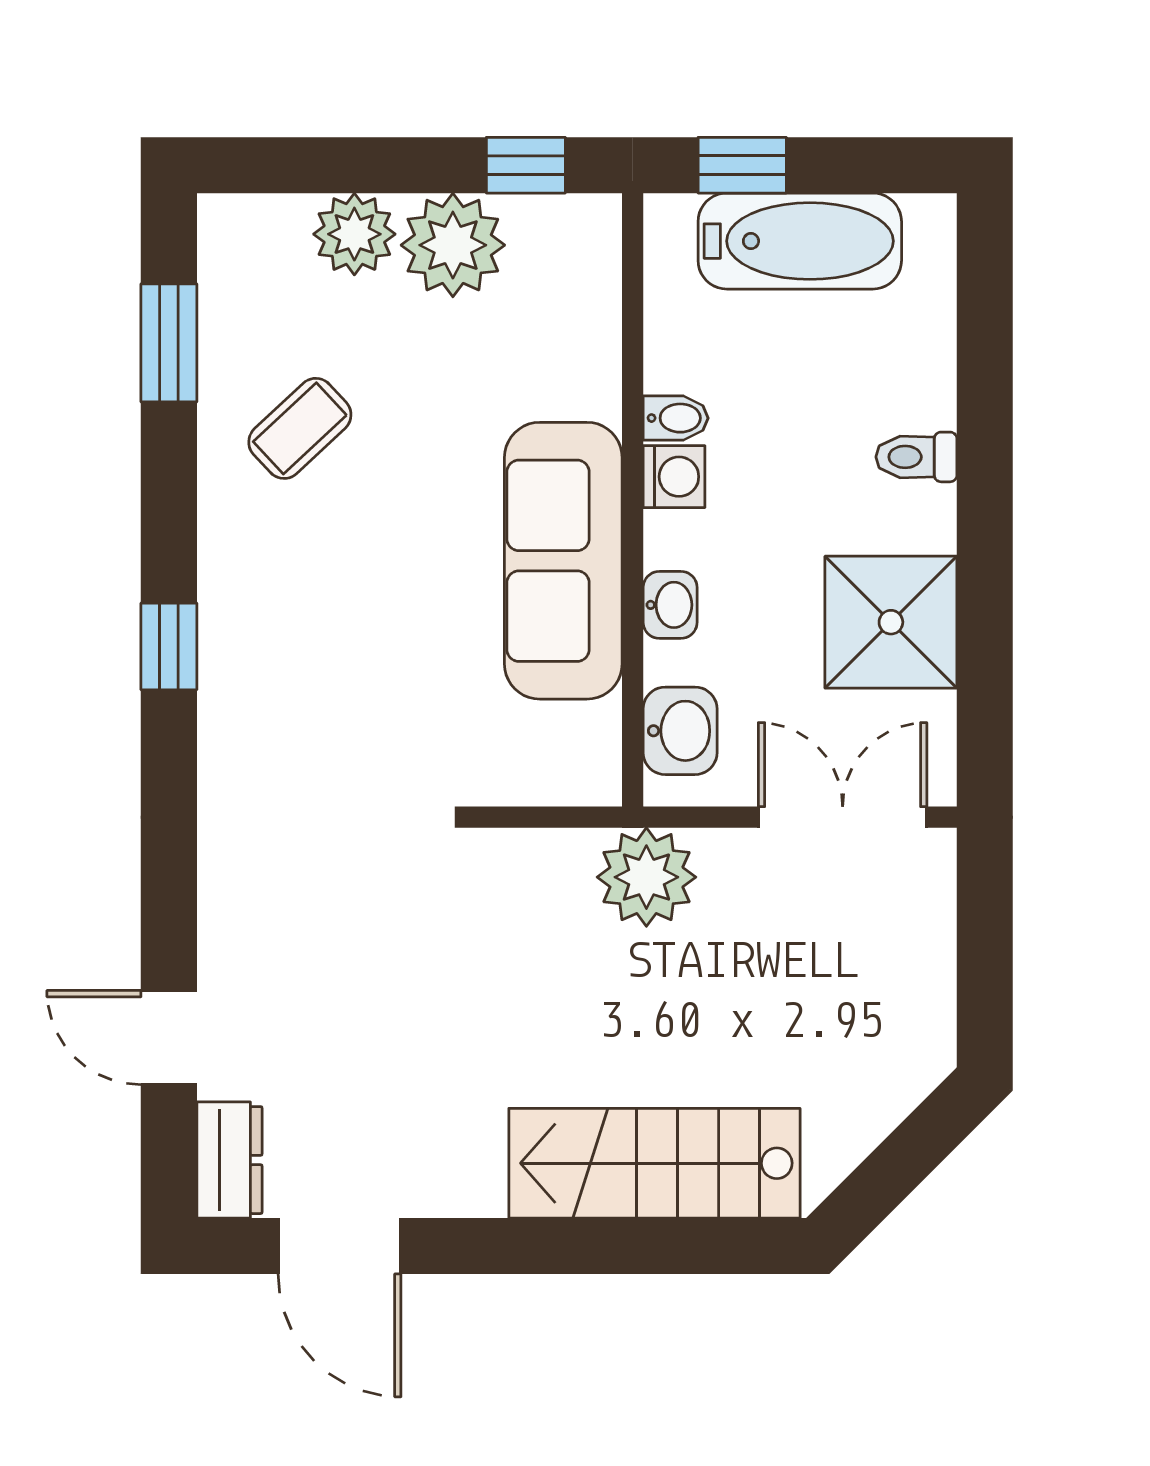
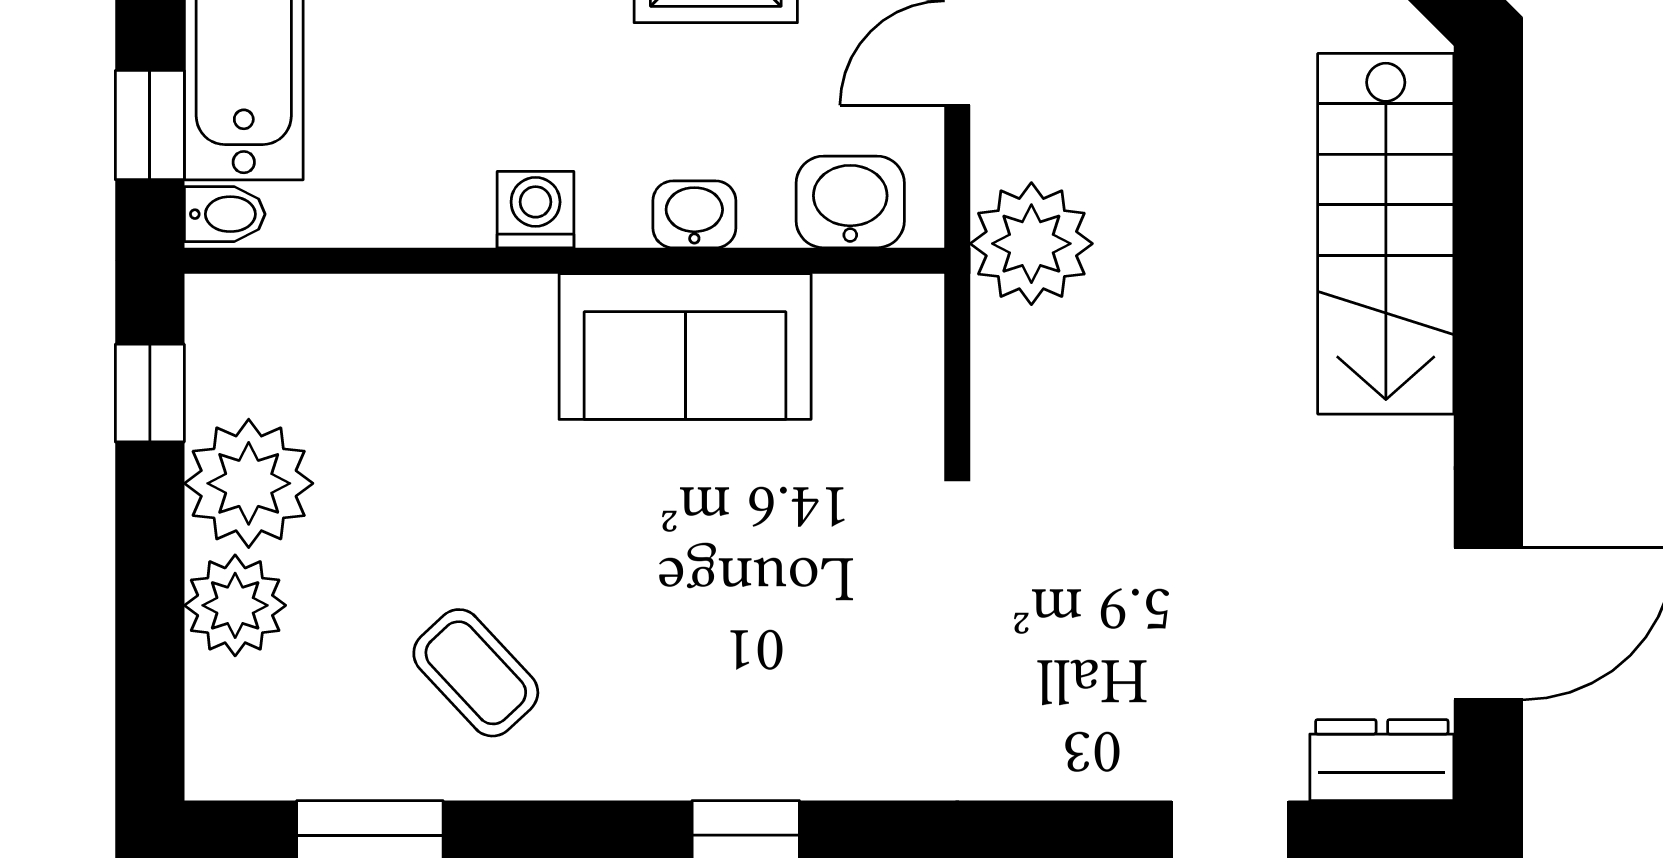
bidet: (676, 418) -> (225, 214), moved, turned 90
sofa: (563, 561) -> (685, 347), width x0.73

